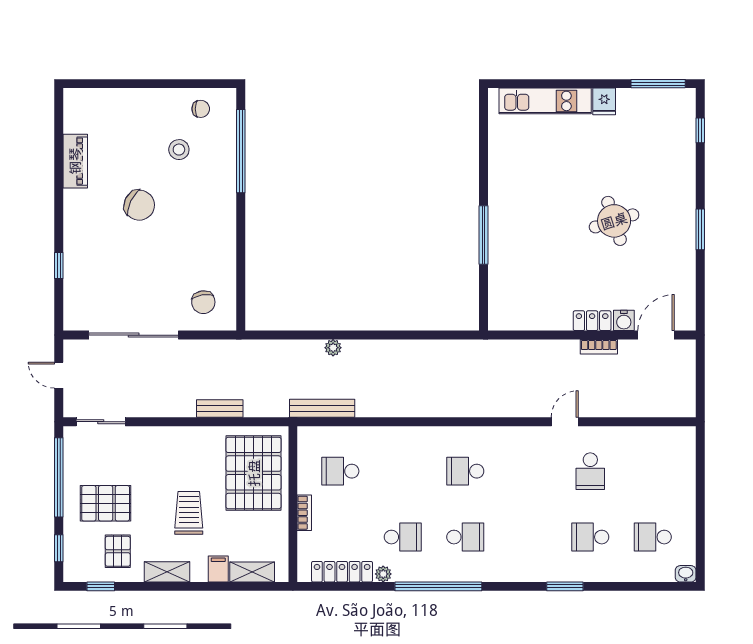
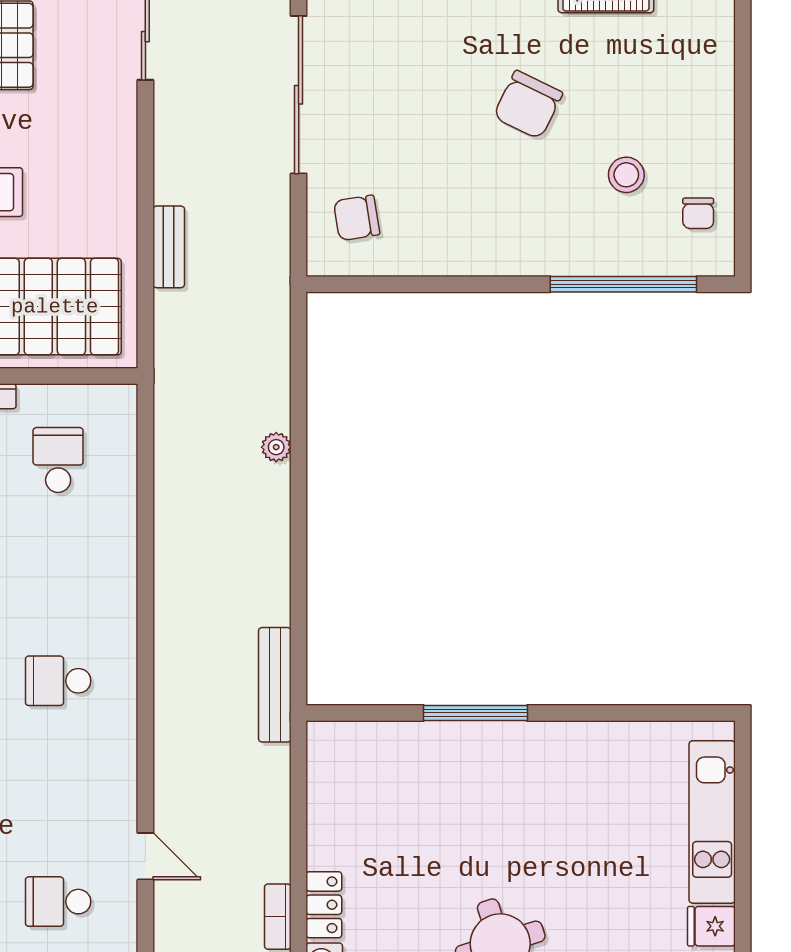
bench: (322, 408) -> (275, 685), moved
school desk: (465, 471) -> (58, 681), turned -90

